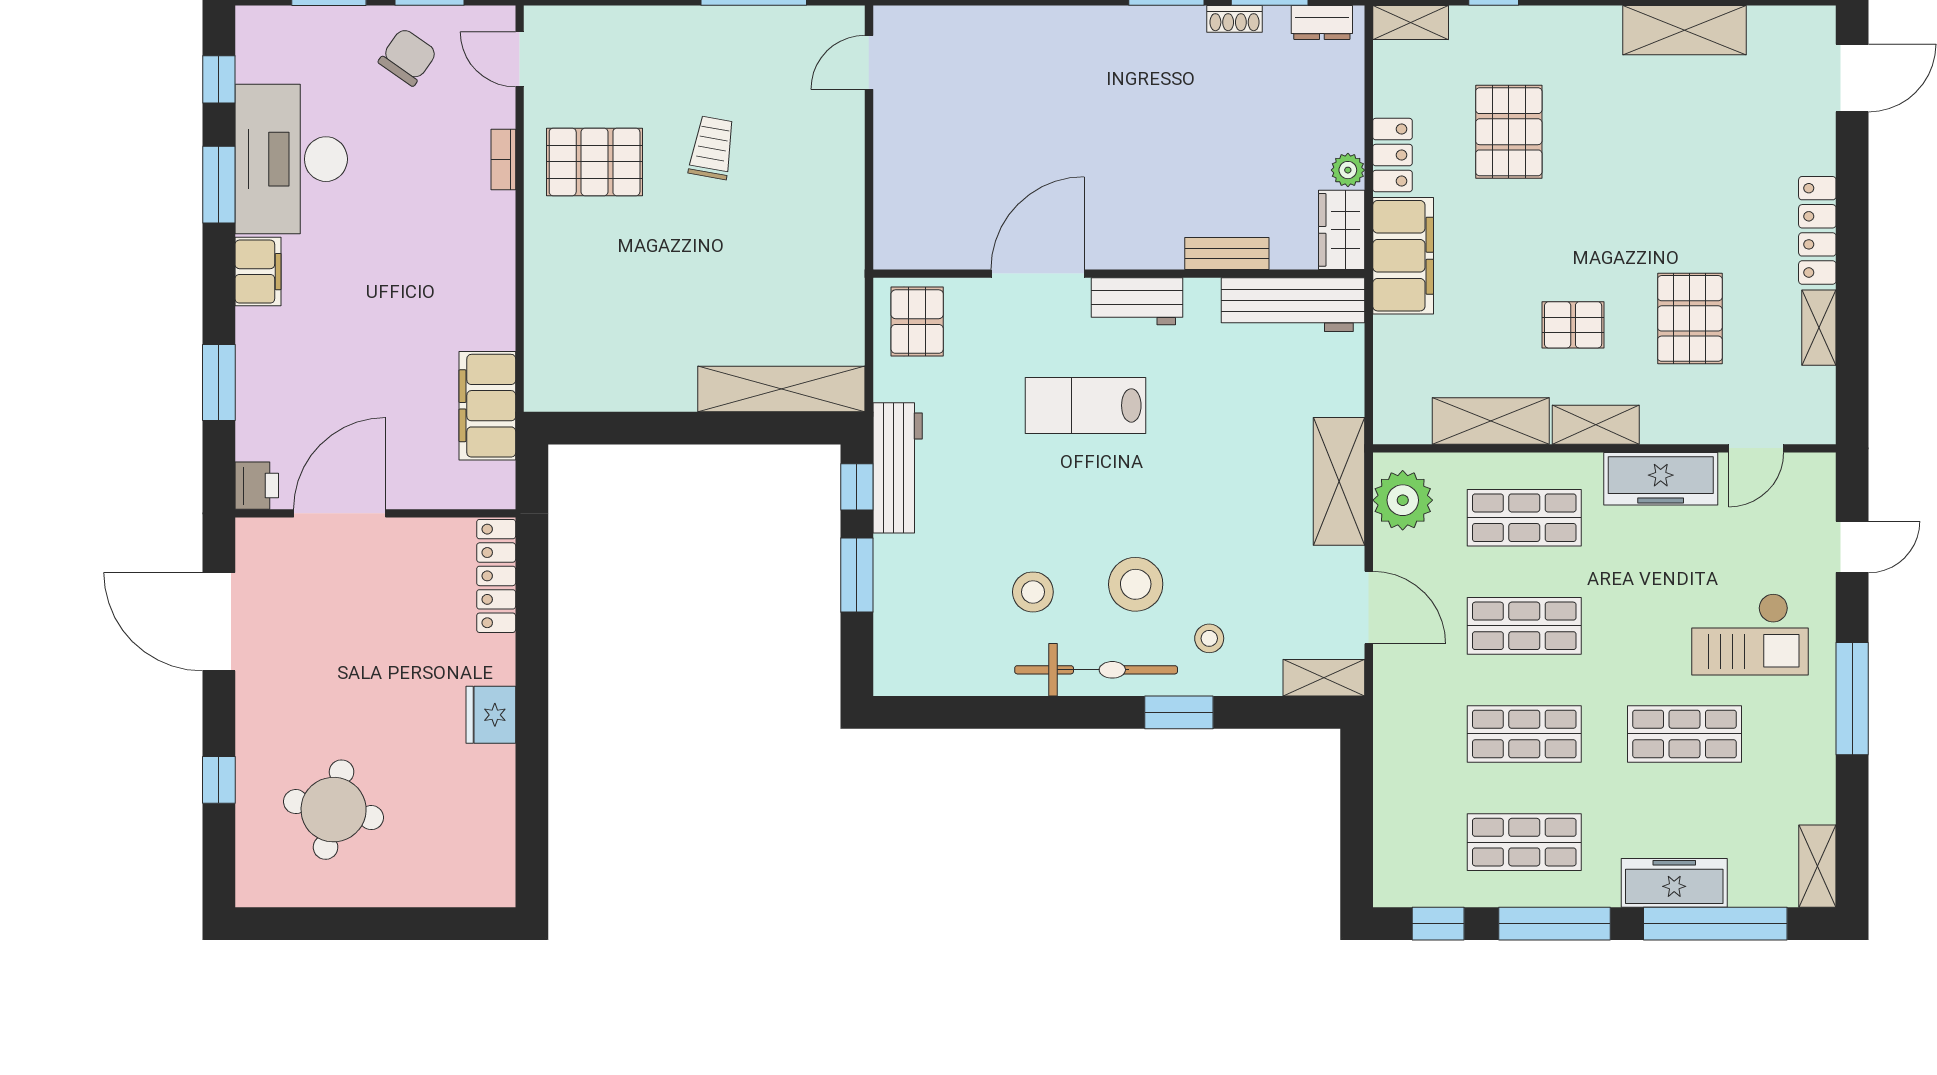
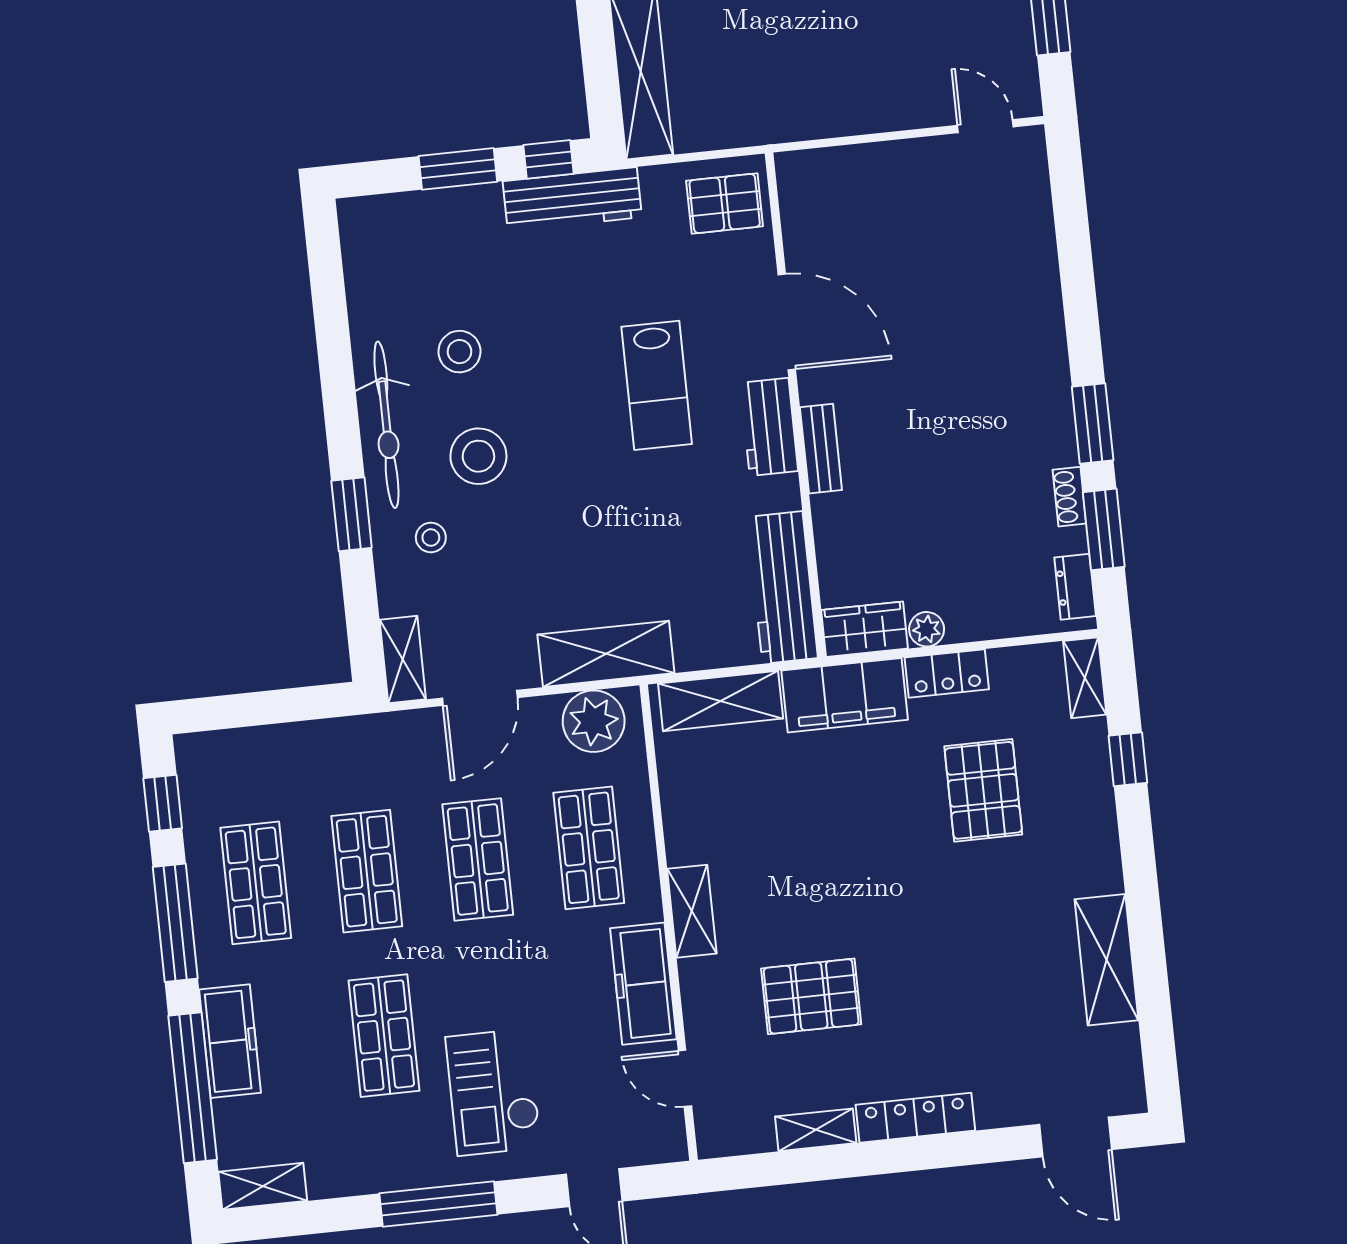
pallet: (1509, 132) -> (983, 790), turned 90
bench: (1227, 254) -> (821, 449), moved
pallet: (1573, 325) -> (792, 877), removed
lab bench: (1086, 405) -> (657, 385), turned 180
shelving: (1491, 421) -> (721, 701), moved, turned 90

